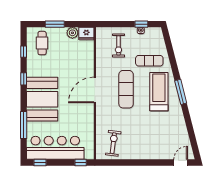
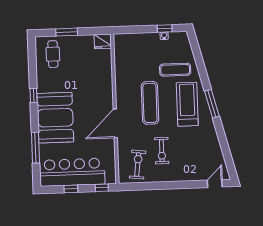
plant: (72, 33) -> (87, 41), removed
exercise bike: (118, 45) -> (162, 151), moved
window: (24, 52) -> (32, 65), removed
door: (95, 90) -> (115, 123), moved
window: (40, 162) -> (71, 189), moved

